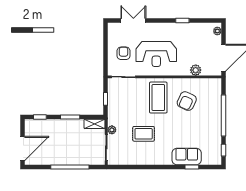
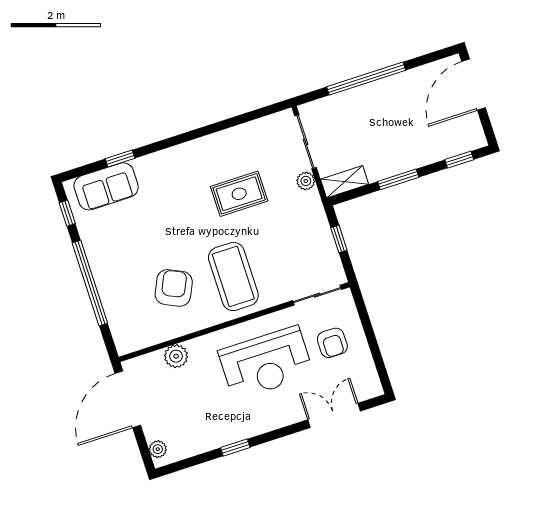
double door: (133, 20) -> (334, 415), swing flipped
reception desk: (156, 54) -> (266, 363), turned 180
sofa: (187, 156) -> (106, 186), moved

